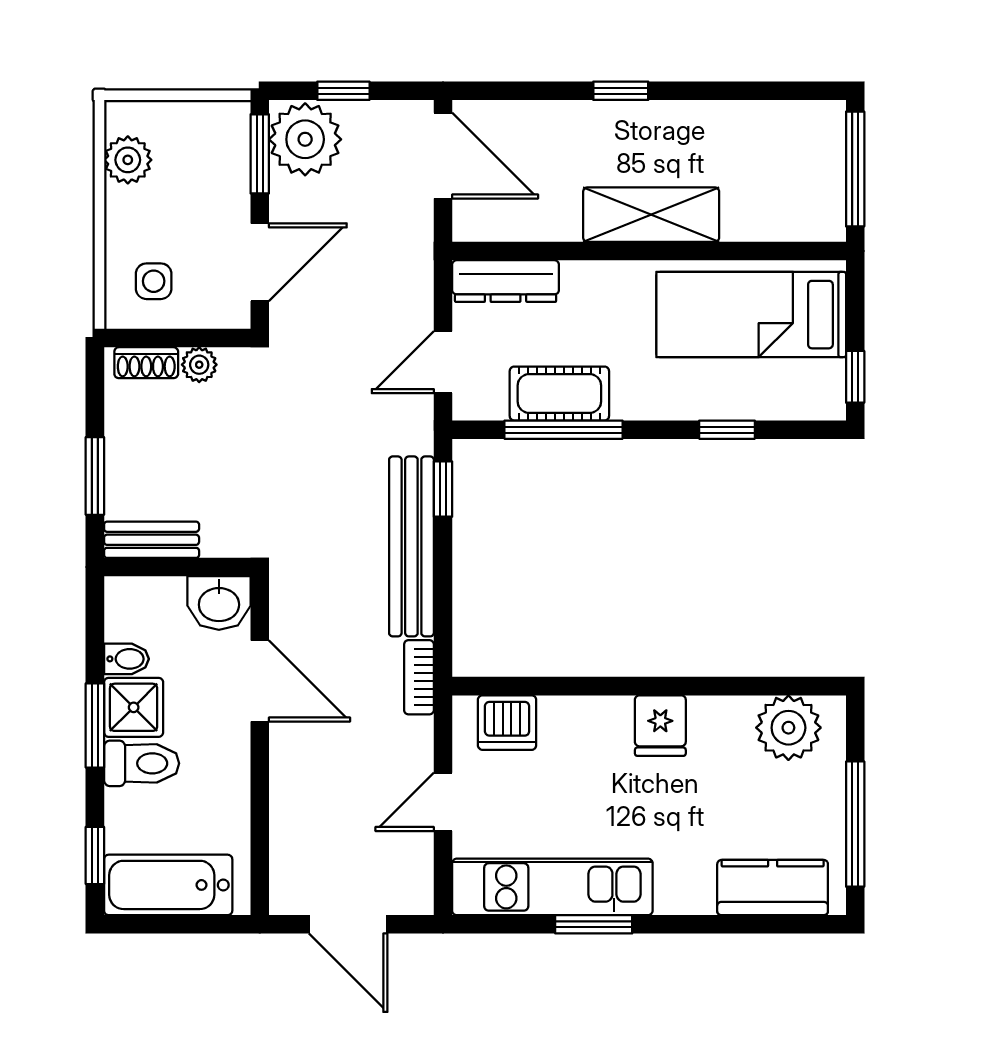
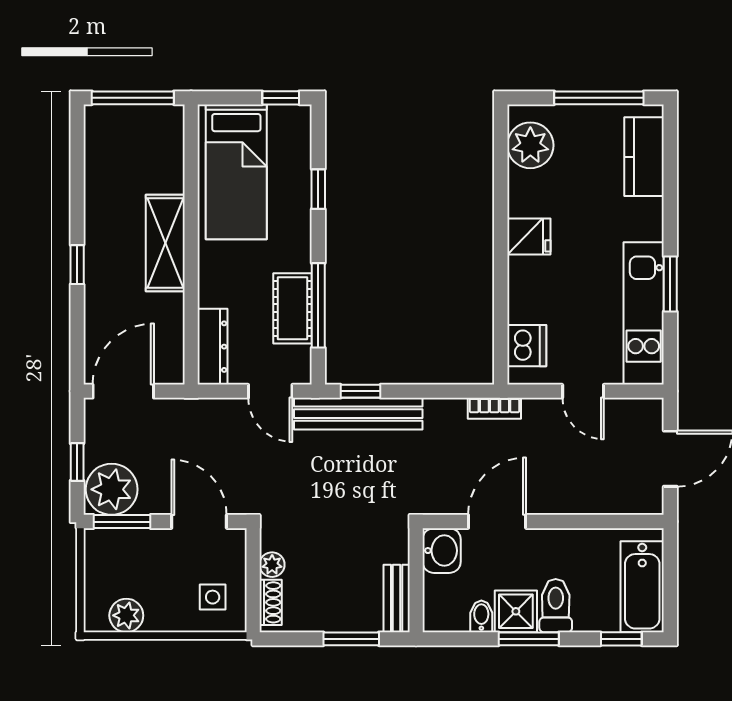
bench: (411, 546) -> (358, 414), moved

